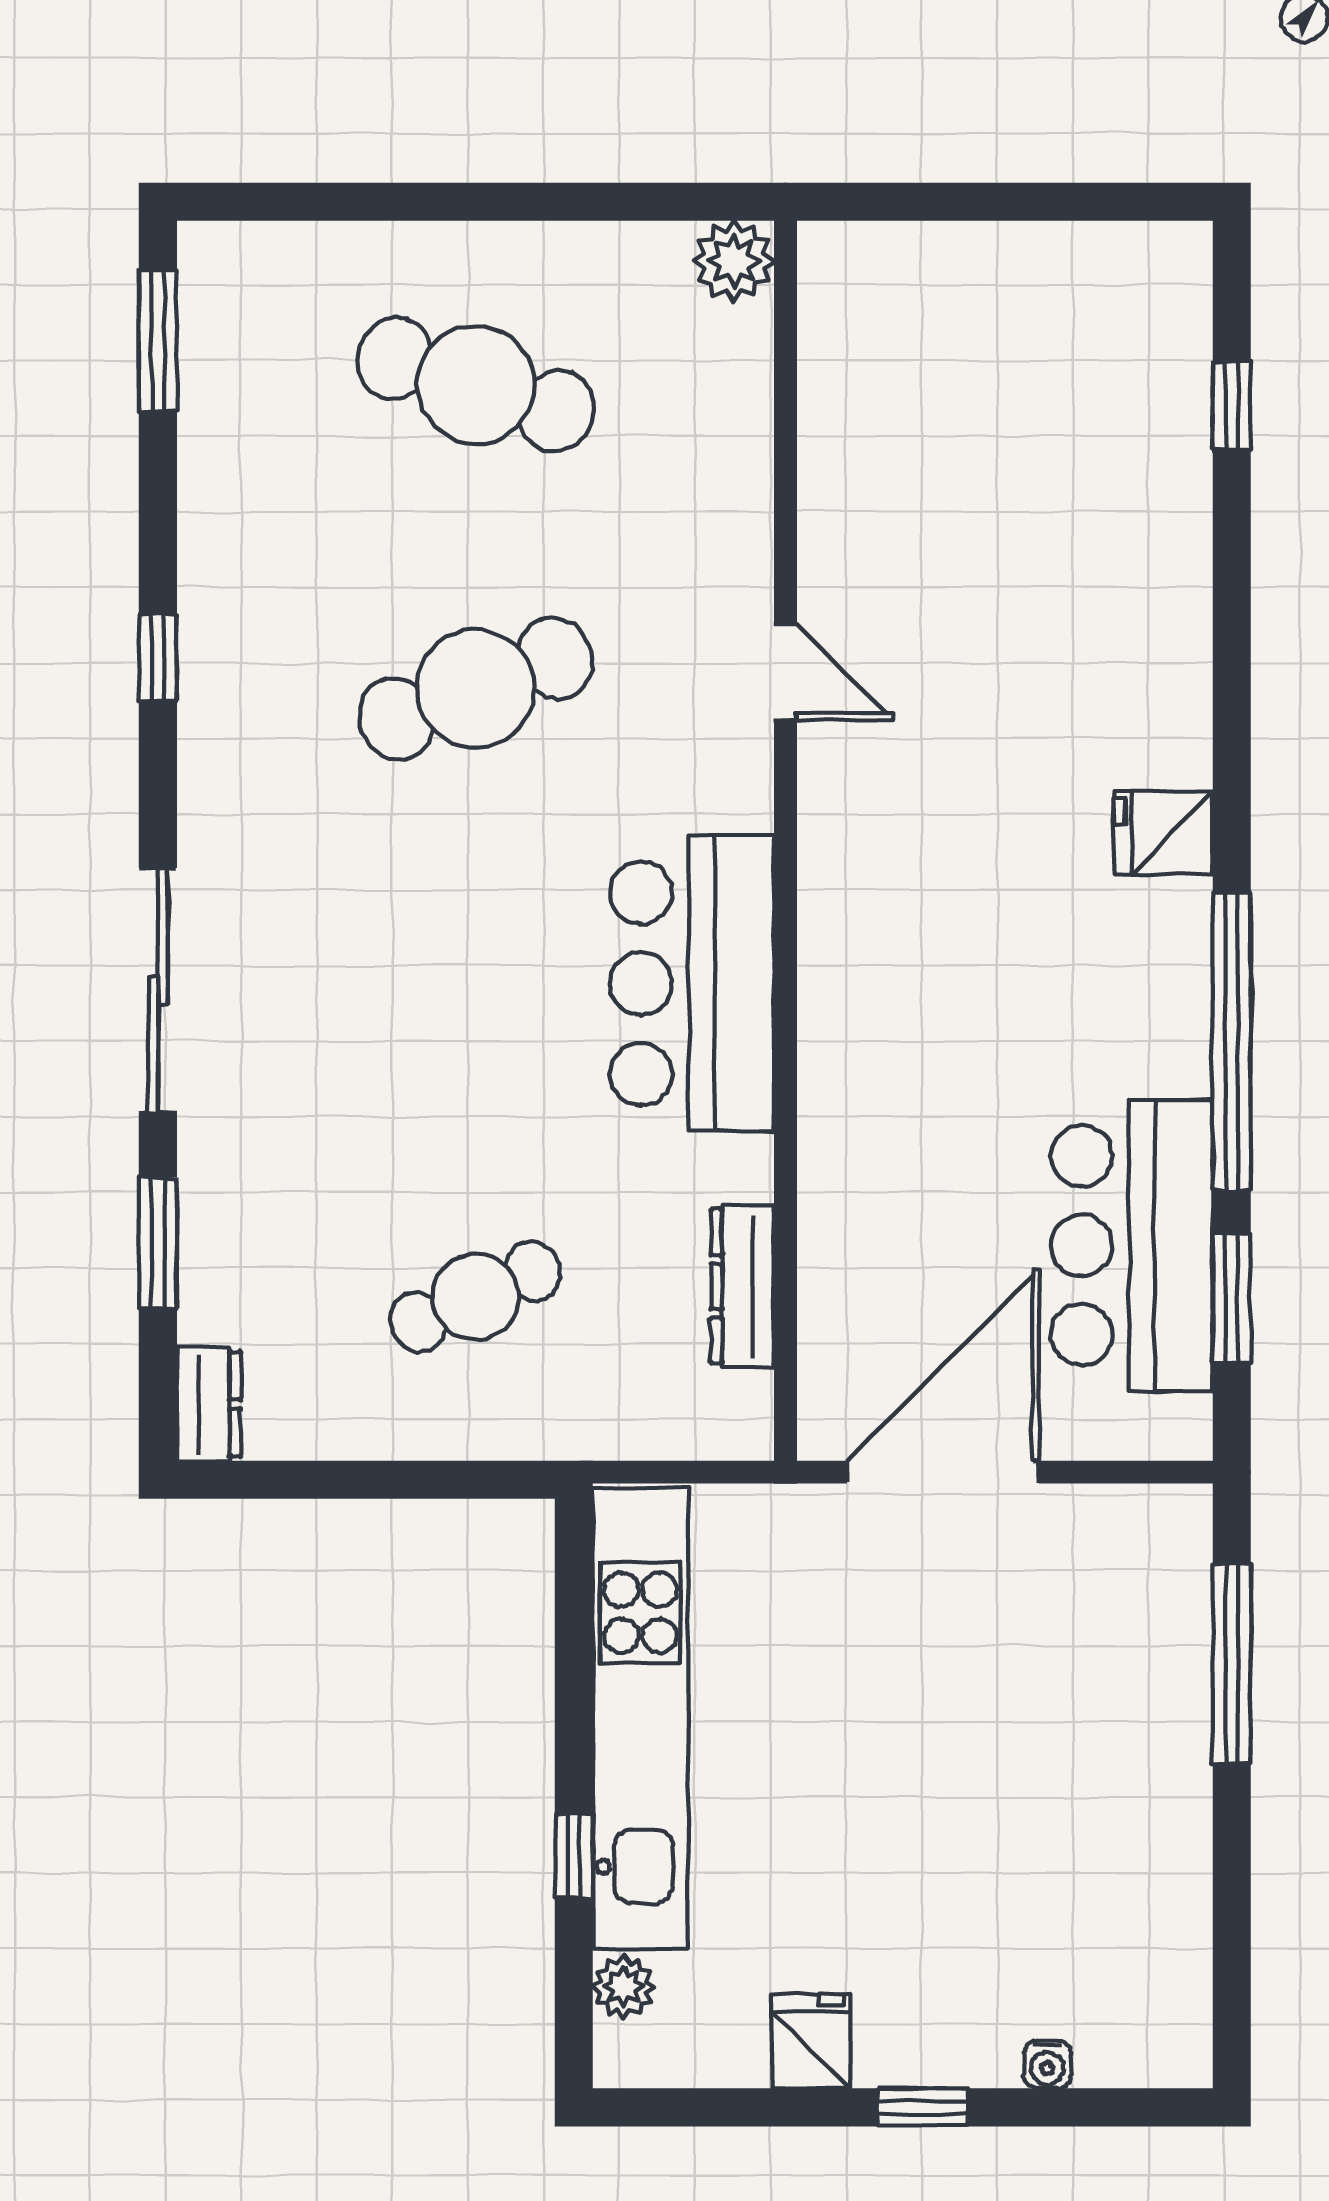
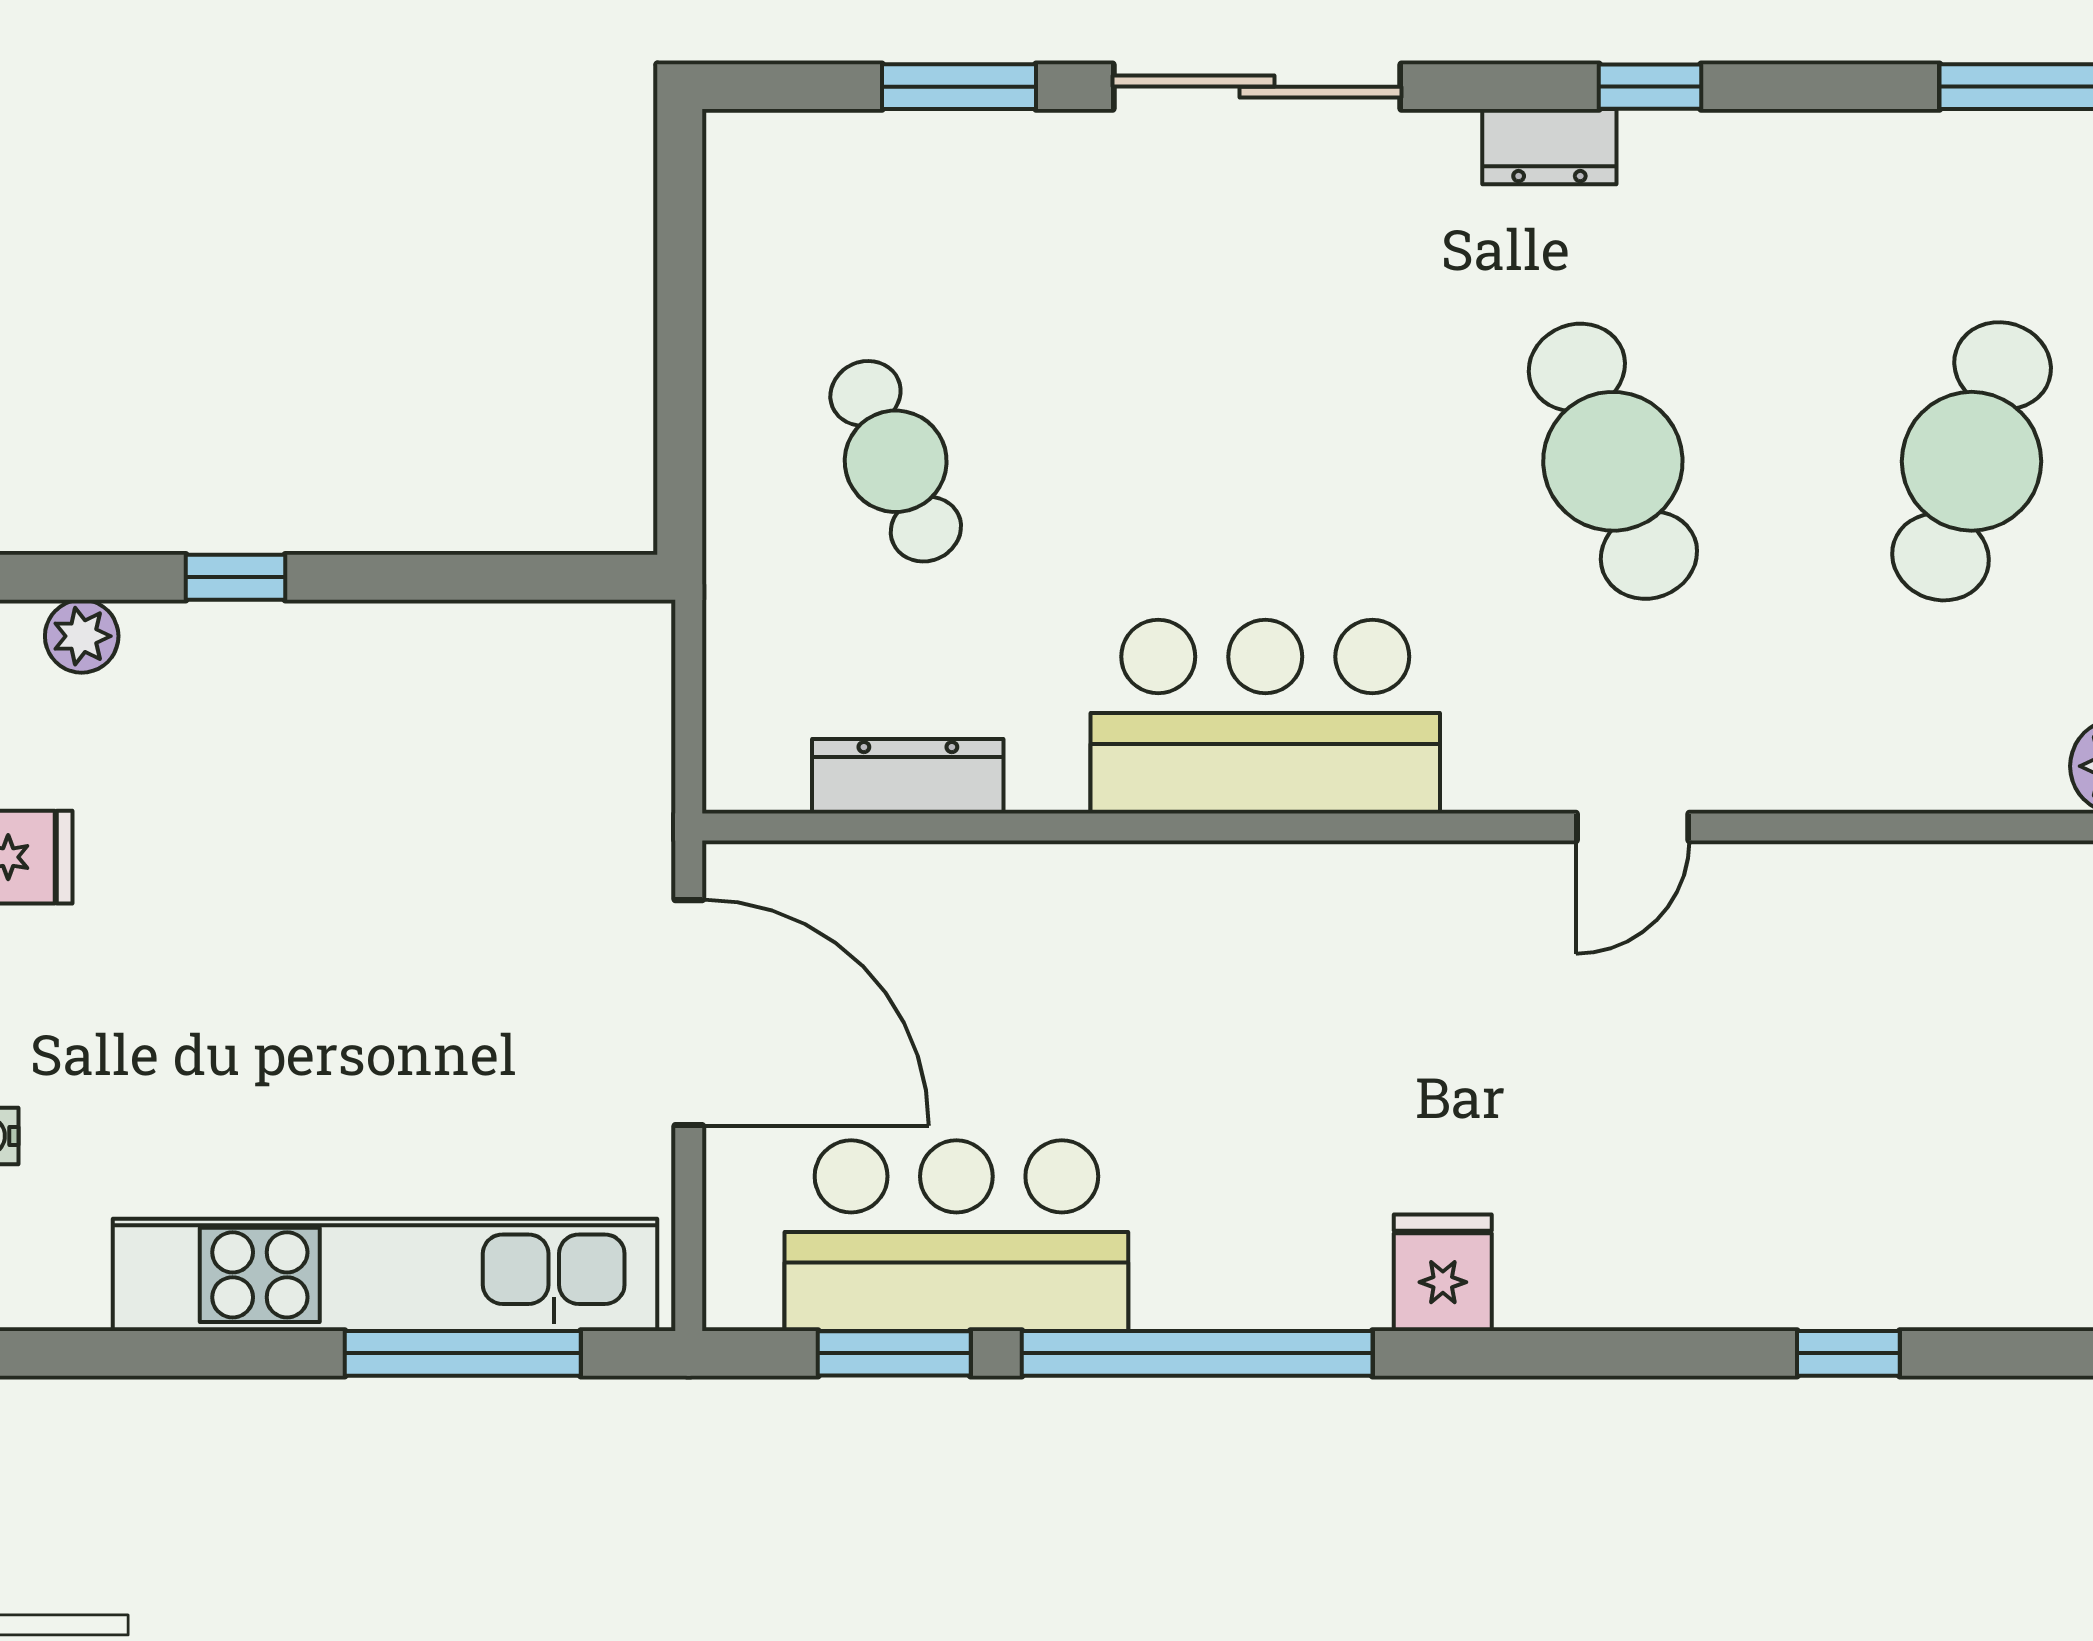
window: (1232, 406) -> (1848, 1353), moved
dresser: (209, 1404) -> (1549, 147), moved
kitchen unit: (640, 1719) -> (385, 1275), moved, turned 180

